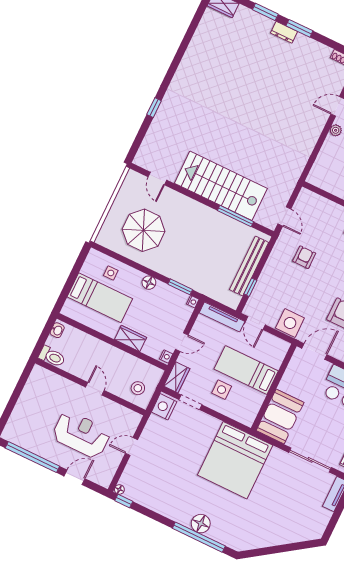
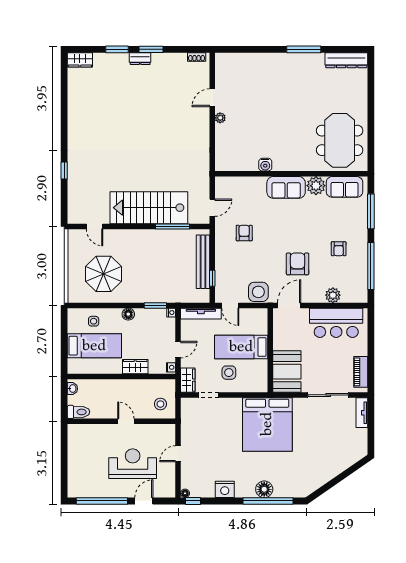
door: (284, 216) -> (212, 208), hinge flipped
nightstand: (164, 407) -> (225, 489), moved, turned -90

